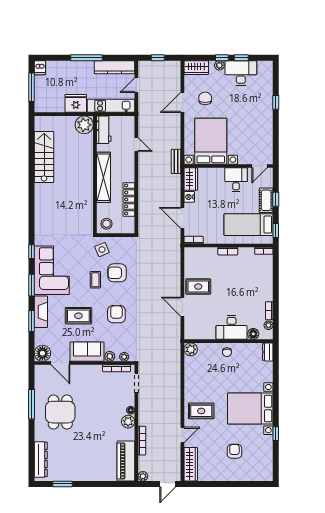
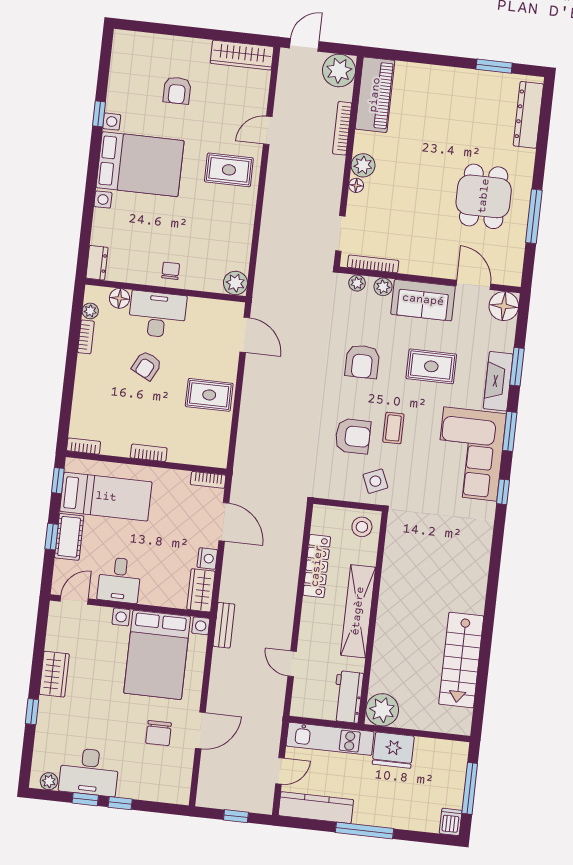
plant: (219, 65) -> (49, 781), moved
wardrobe: (196, 68) -> (54, 674), moved, turned 90
armchair: (234, 299) -> (147, 366), added
door: (182, 307) -> (245, 335), moved
wardrobe: (191, 464) -> (242, 55), moved, turned -90
plant: (143, 476) -> (339, 70), width x1.88, depth x1.88

